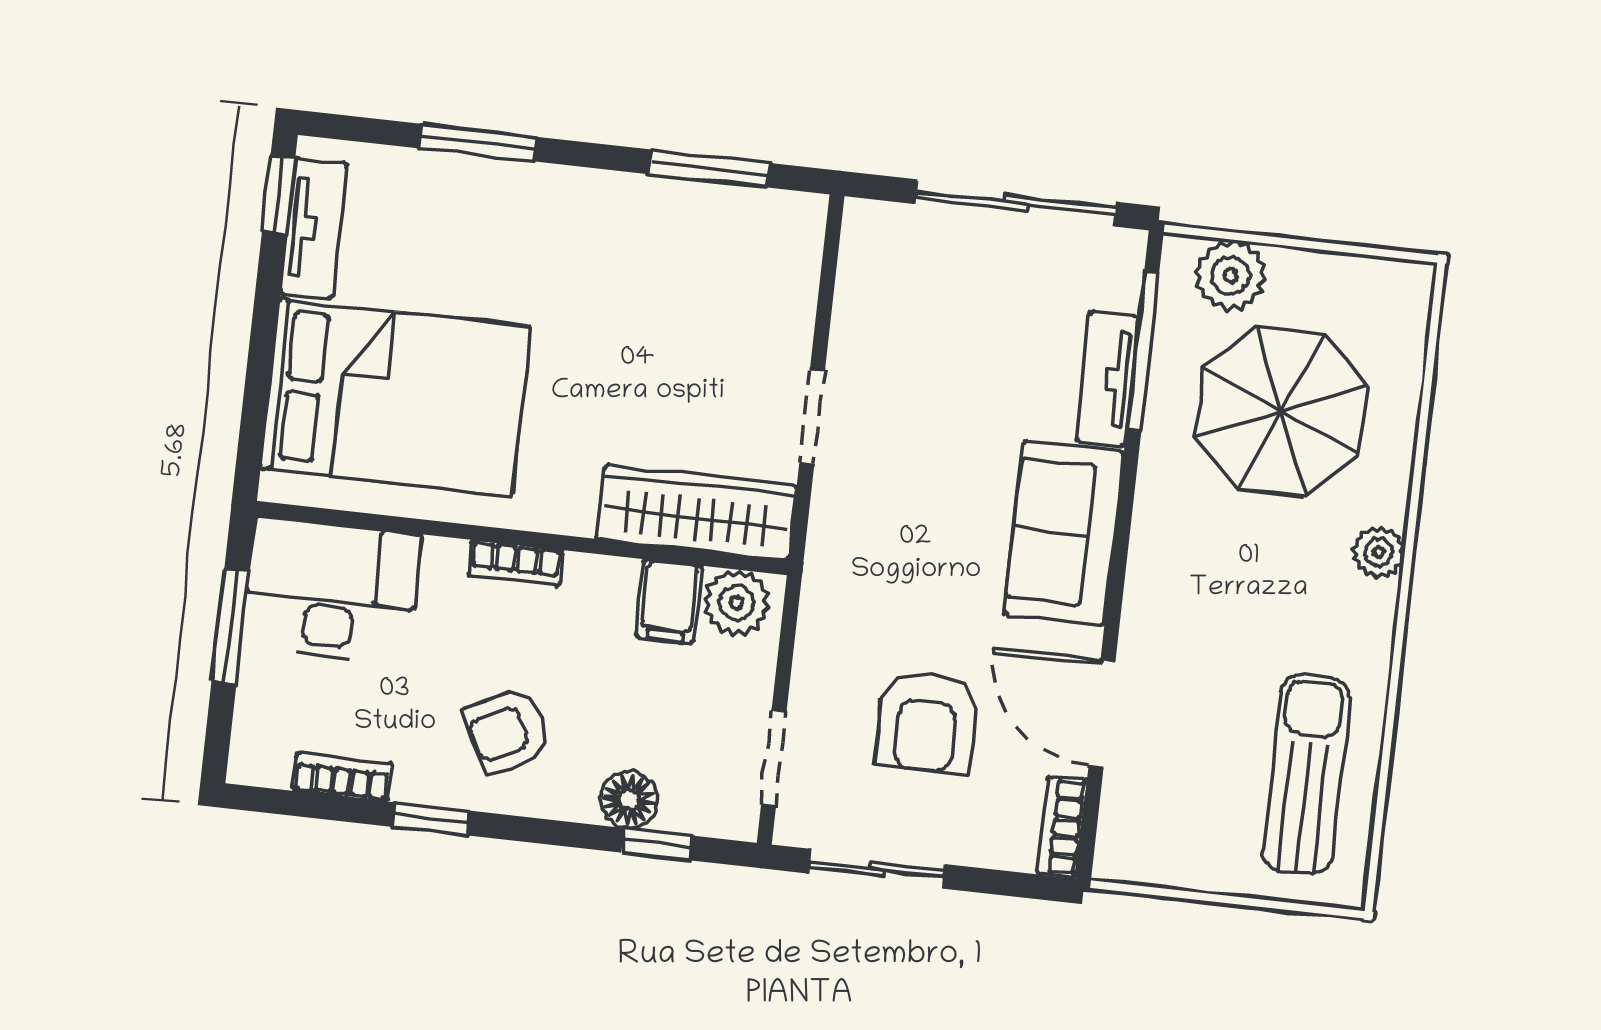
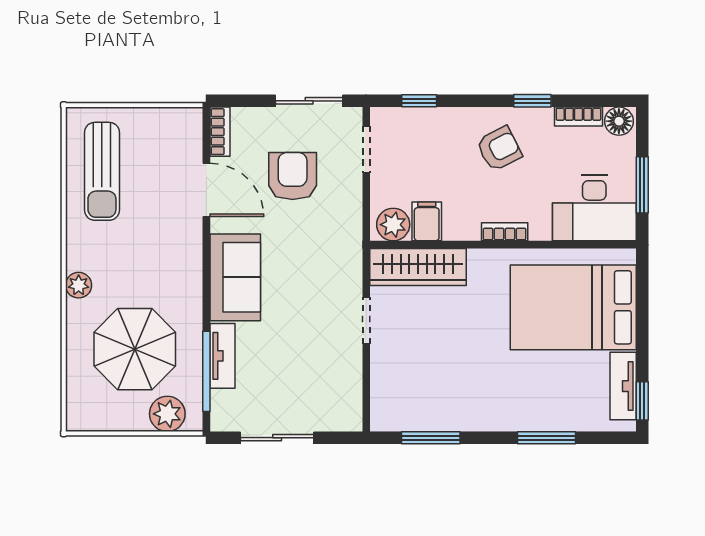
sliding door: (1016, 203) -> (277, 438), width x0.73
floor lamp: (629, 800) -> (619, 121), moved

